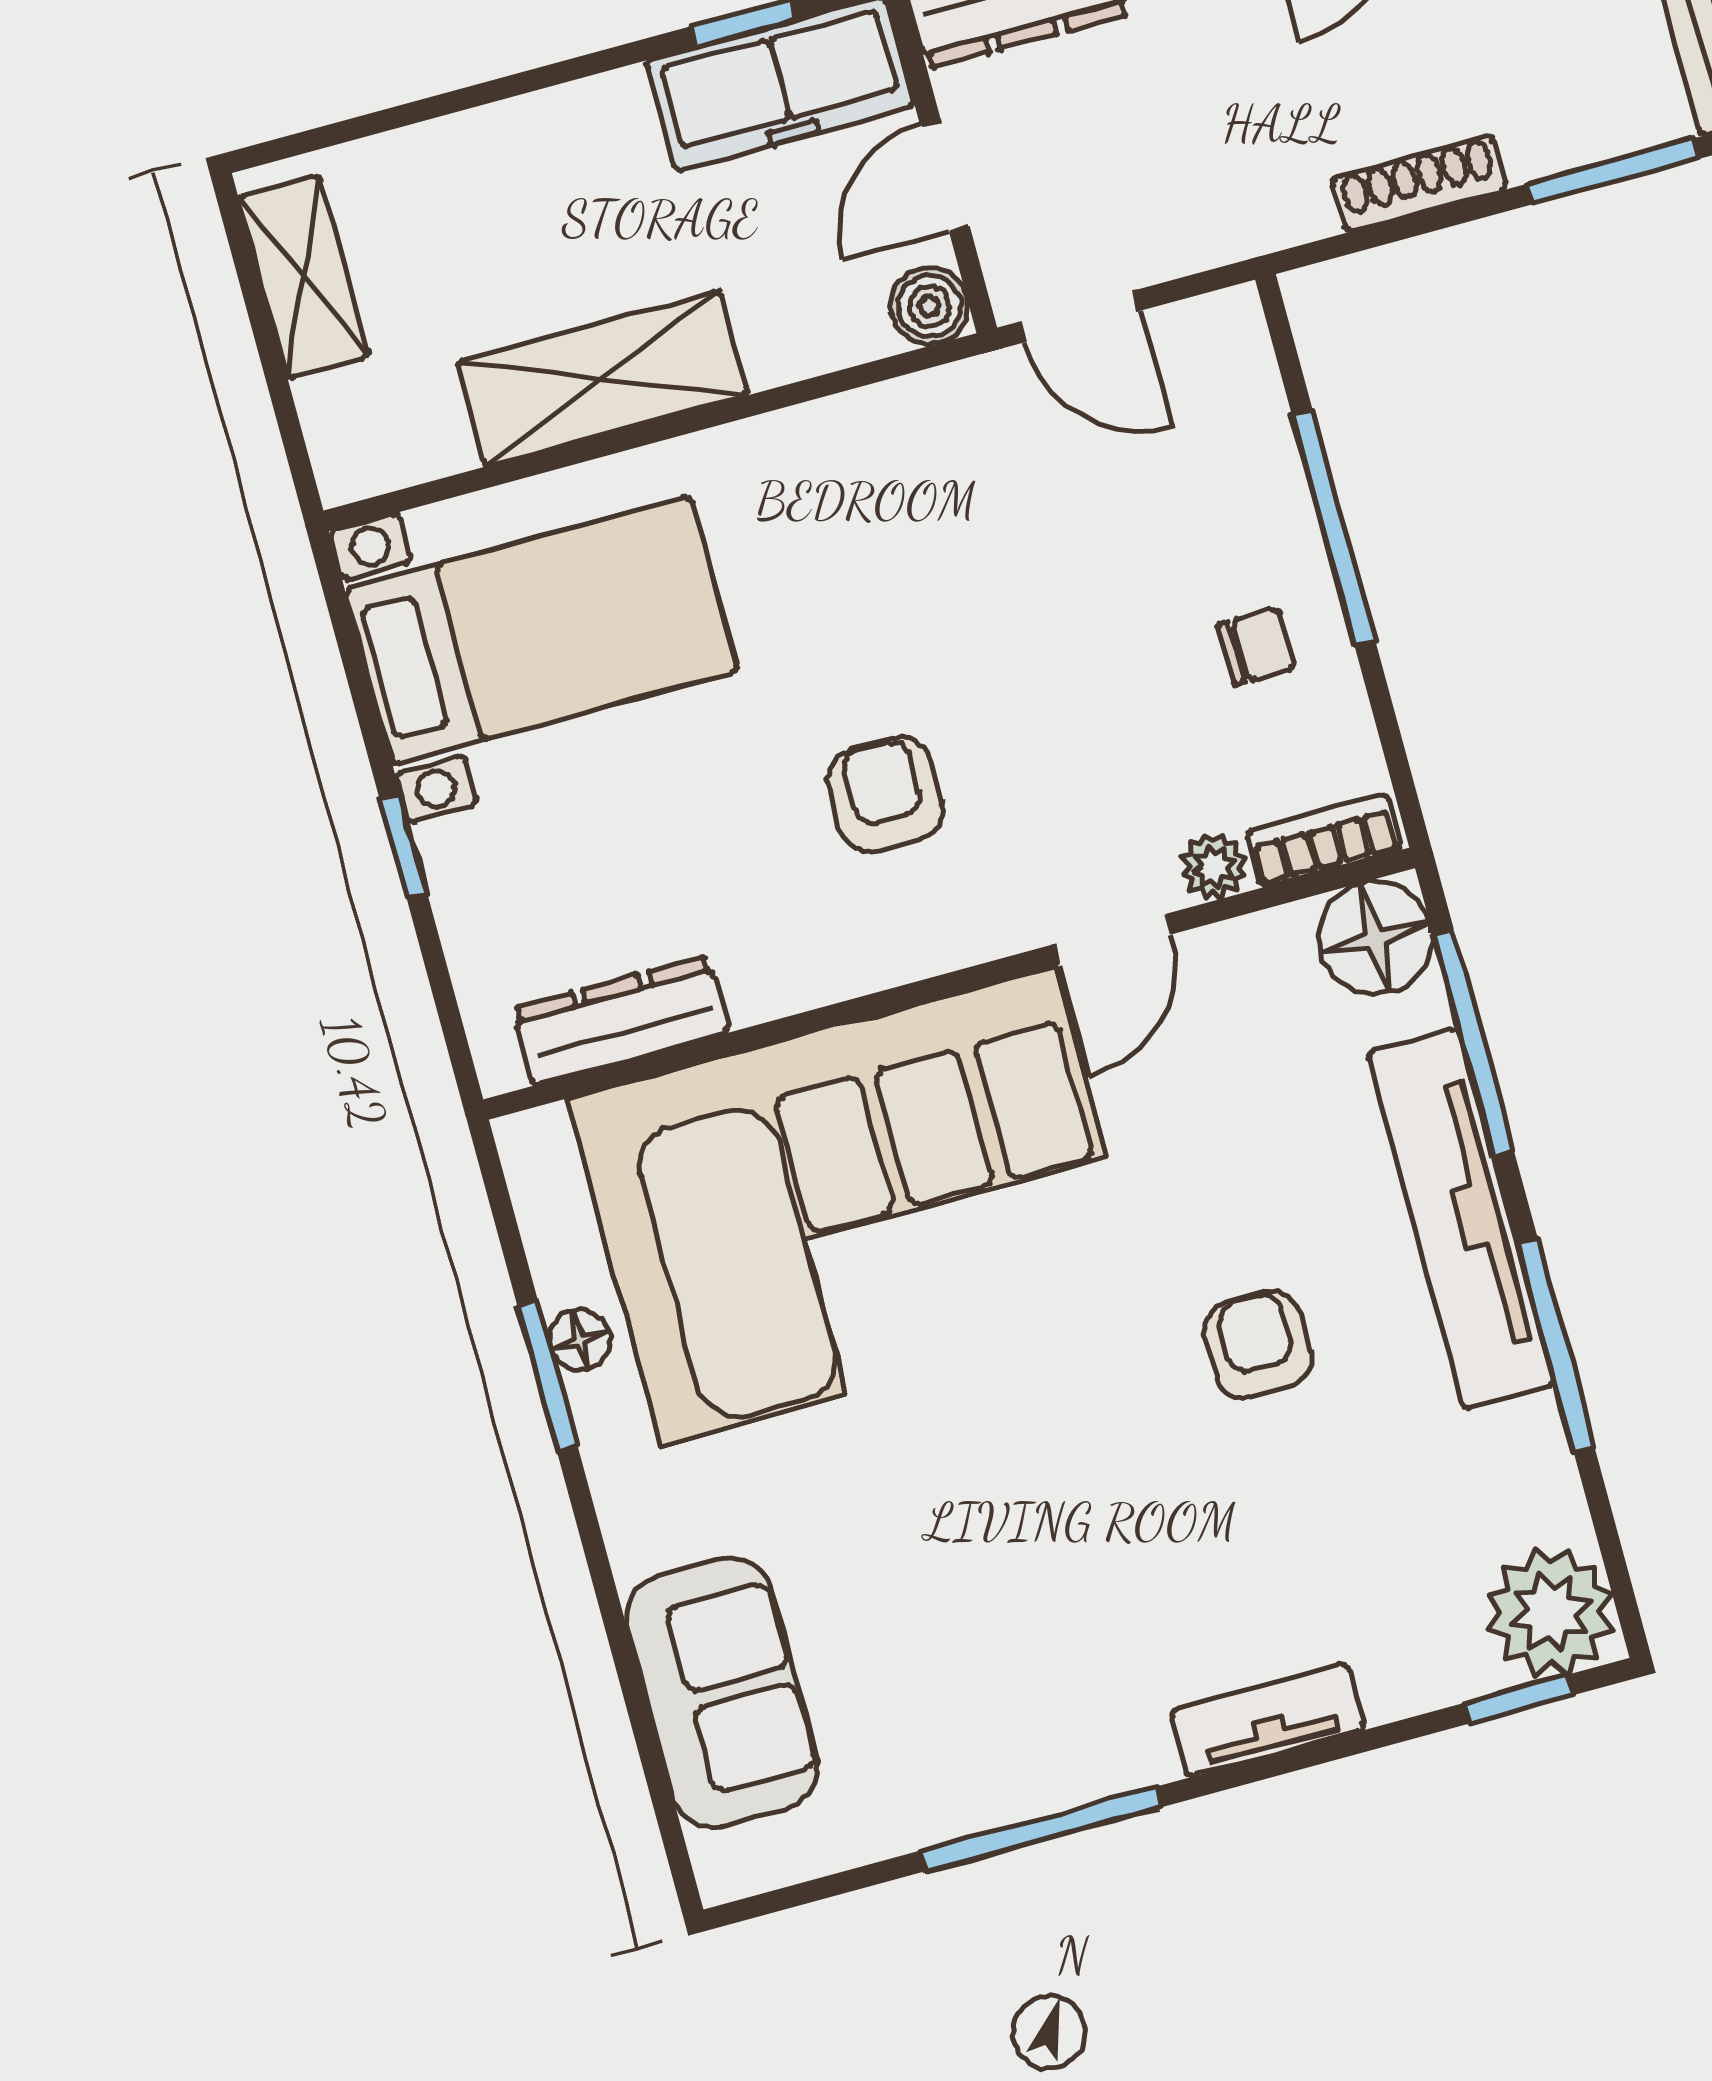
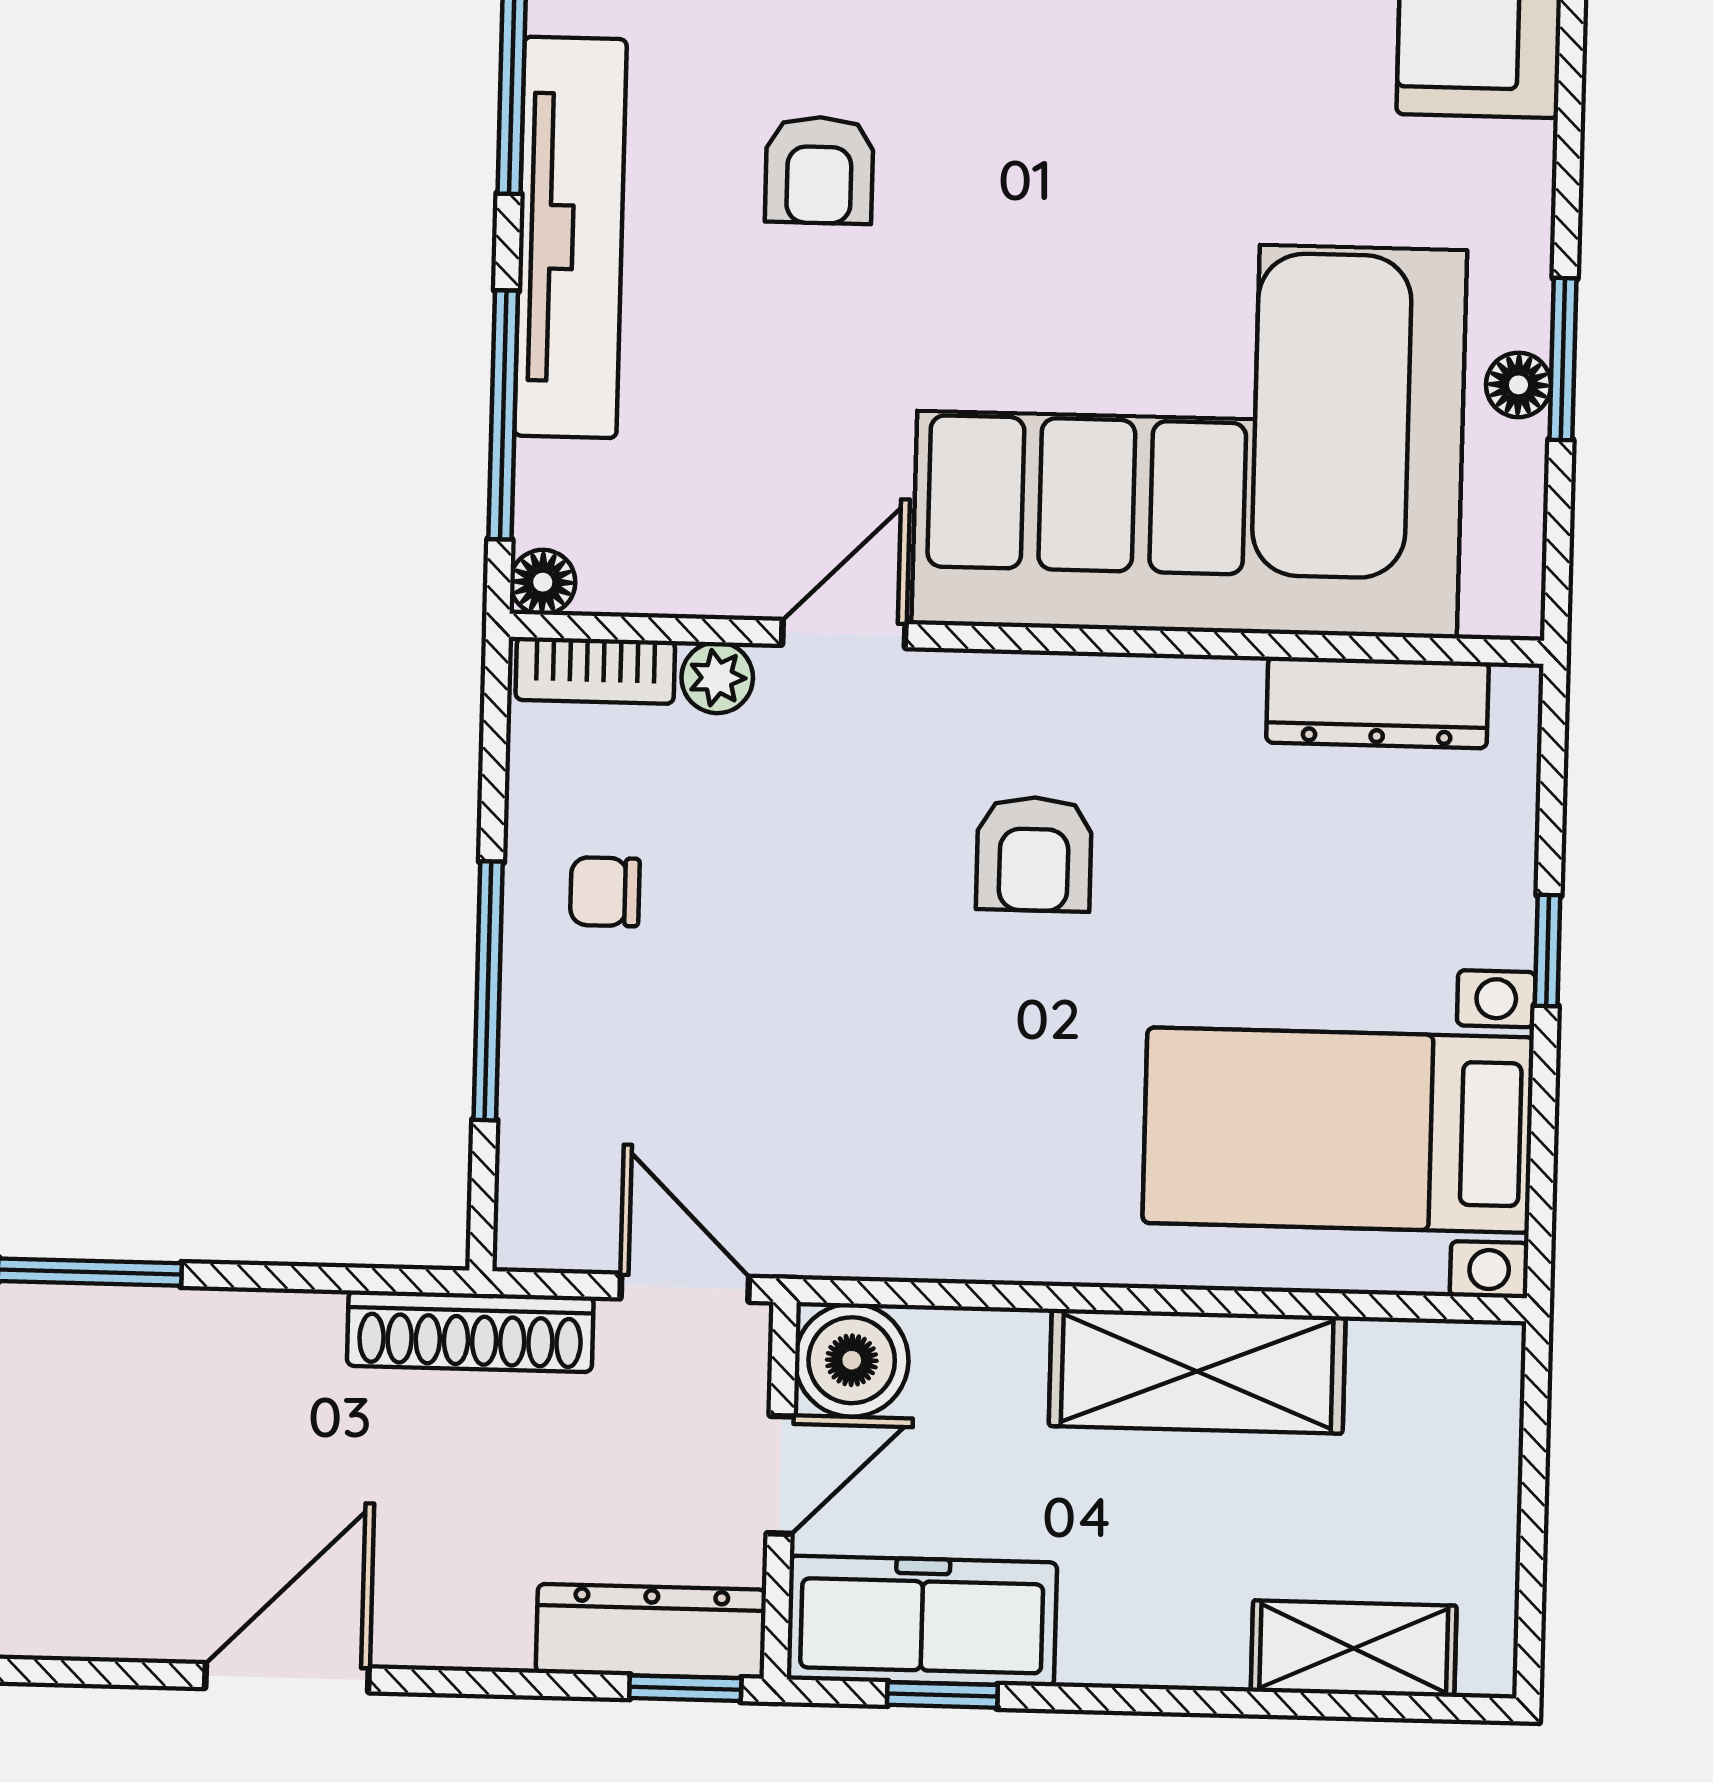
shoe rack: (1419, 184) -> (470, 1331), moved, width x1.36, depth x1.24
shelving: (304, 276) -> (1354, 1649), moved, turned 90
boiler: (929, 306) -> (852, 1360), width x1.36, depth x1.36
floor lamp: (1375, 938) -> (543, 582), width x0.53, depth x0.53

